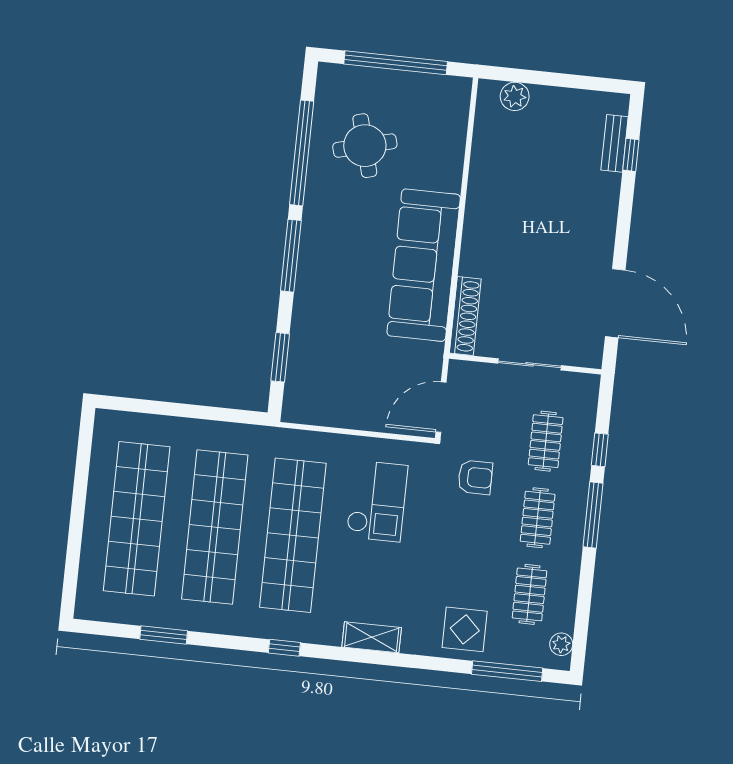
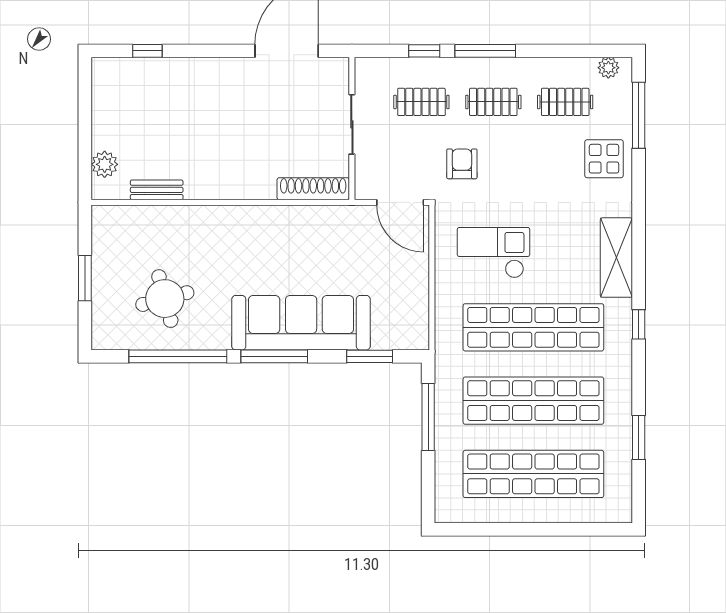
window: (396, 63) -> (85, 278), width x0.47
bench: (615, 143) -> (157, 190), moved
sofa: (424, 265) -> (301, 323), moved, turned 180
window: (209, 413) -> (428, 417), added
shelving: (372, 637) -> (616, 258), width x1.50, depth x1.33

